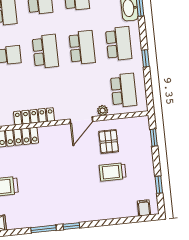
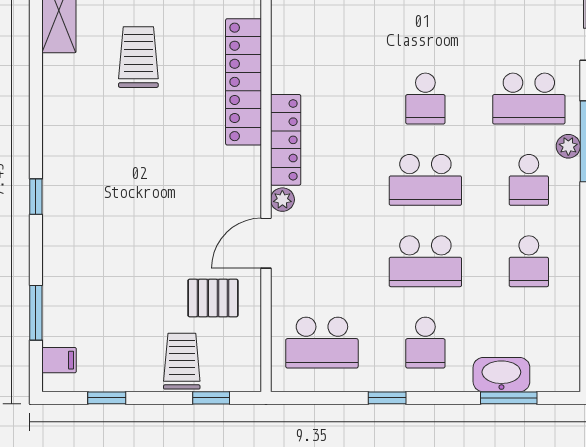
school desk: (119, 44) -> (425, 343), width x0.54
plant: (103, 111) -> (282, 200), moved
door: (81, 120) -> (266, 243), hinge flipped
trolley: (113, 172) -> (182, 361), moved
window: (43, 229) -> (36, 313), moved

